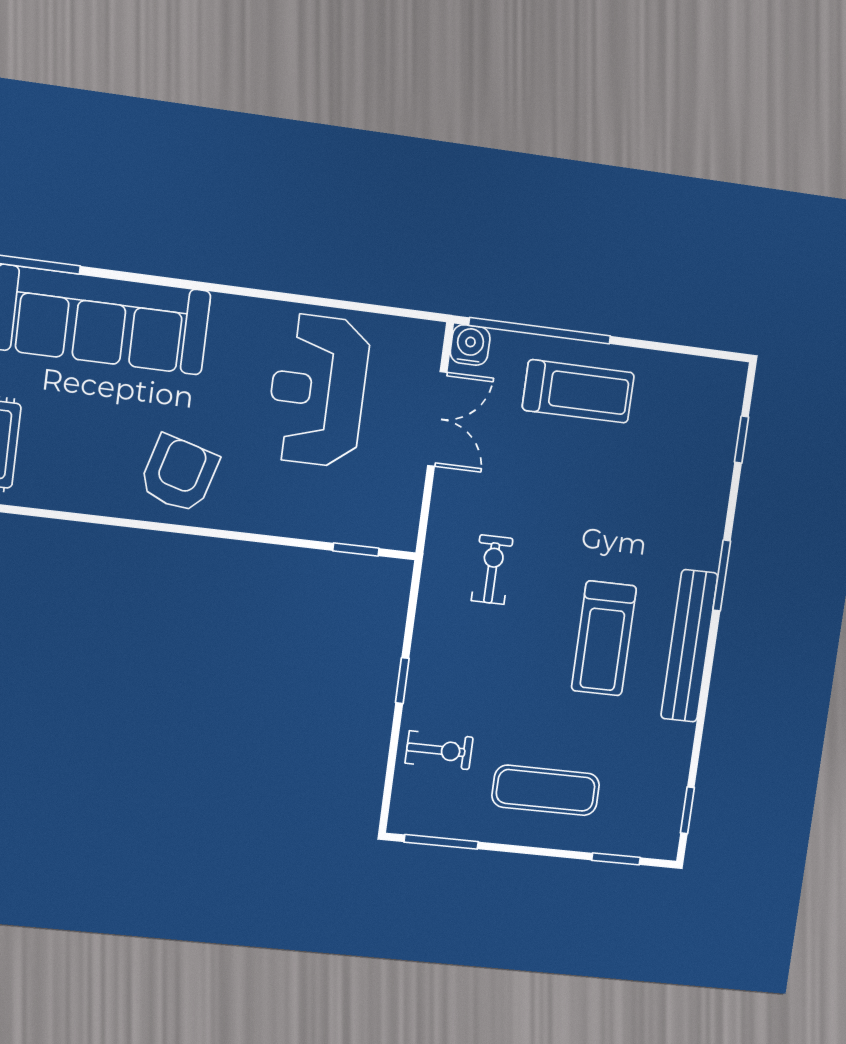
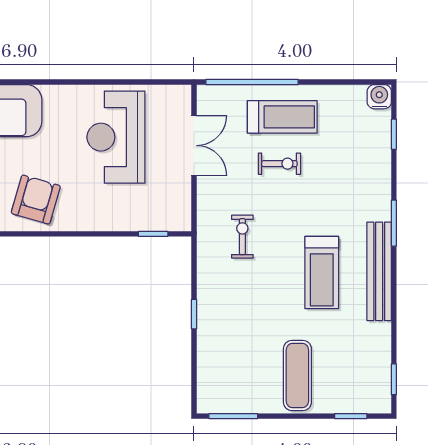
water cooler: (470, 345) -> (379, 97), moved
exercise bike: (439, 750) -> (279, 164), moved
exercise mat: (546, 790) -> (297, 375), turned 90

